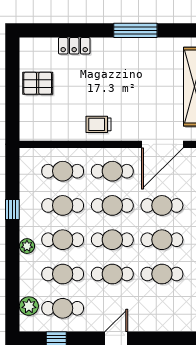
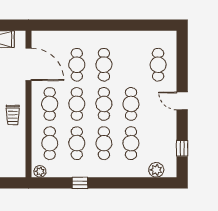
plant: (27, 246) -> (40, 171), moved
cafe table: (162, 274) -> (158, 65), moved
cafe table: (63, 308) -> (158, 143), removed

